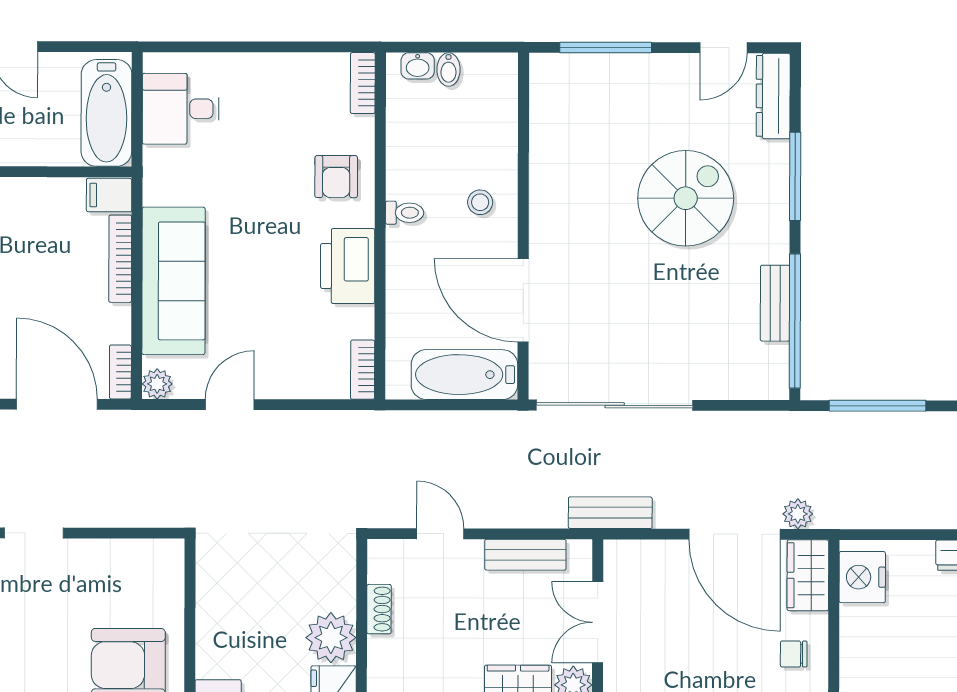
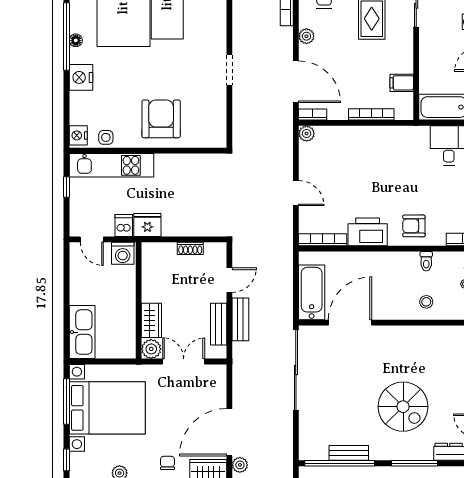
filing cabinet: (109, 195) -> (402, 83), moved, turned -90
stool: (480, 202) -> (426, 302), moved
toilet: (405, 213) -> (426, 261), moved
sofa: (174, 281) -> (360, 142), removed
bookcase: (363, 370) -> (323, 240), width x1.56
door: (57, 404) -> (296, 82), hinge flipped
door: (230, 405) -> (296, 193), moved
bench: (610, 513) -> (240, 319), moved
plant: (331, 638) -> (175, 224), removed

